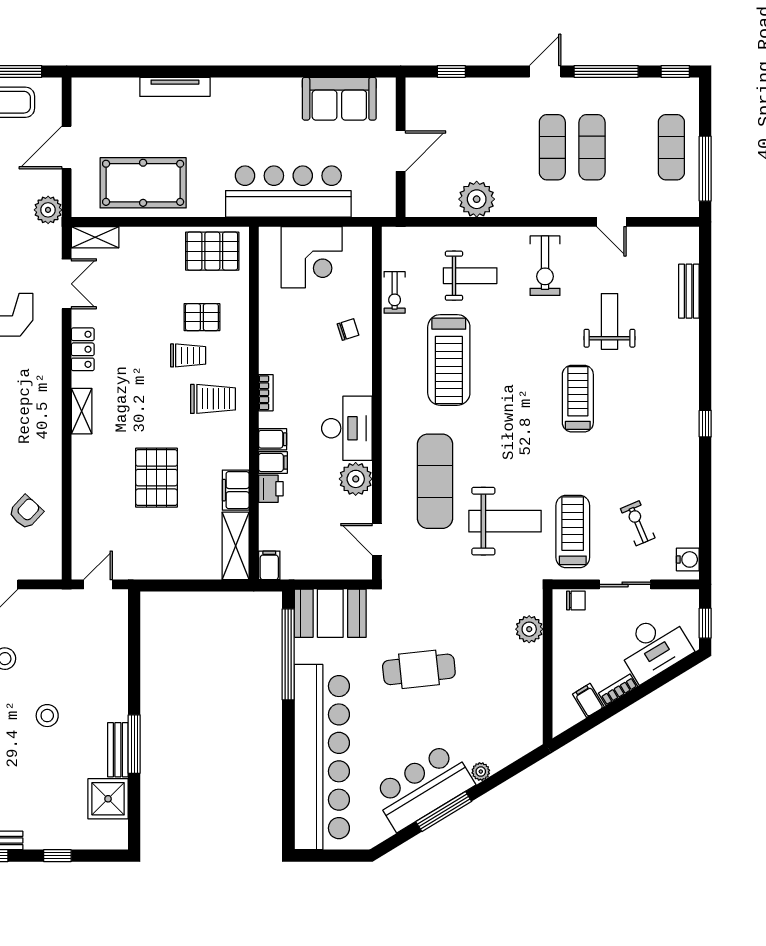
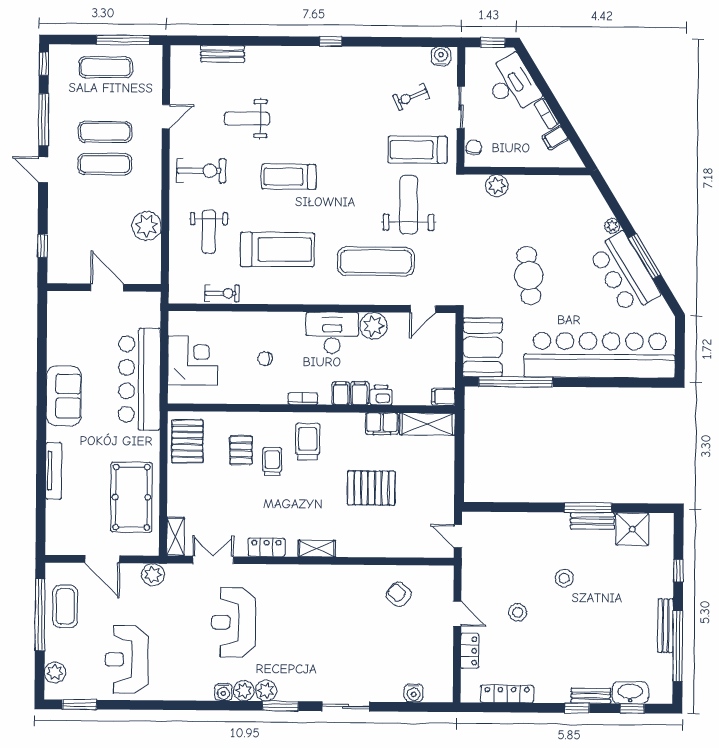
sofa: (339, 99) -> (64, 396), moved
weight bench: (470, 276) -> (209, 232), turned 180
chair: (348, 330) -> (265, 359), moved, turned -72
treadmill: (578, 399) -> (289, 177), moved

